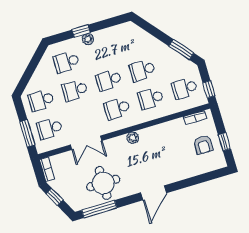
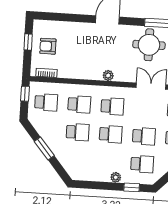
window: (81, 31) -> (132, 187), moved
window: (181, 49) -> (44, 149), moved
armchair: (203, 145) -> (48, 46), turned -90

